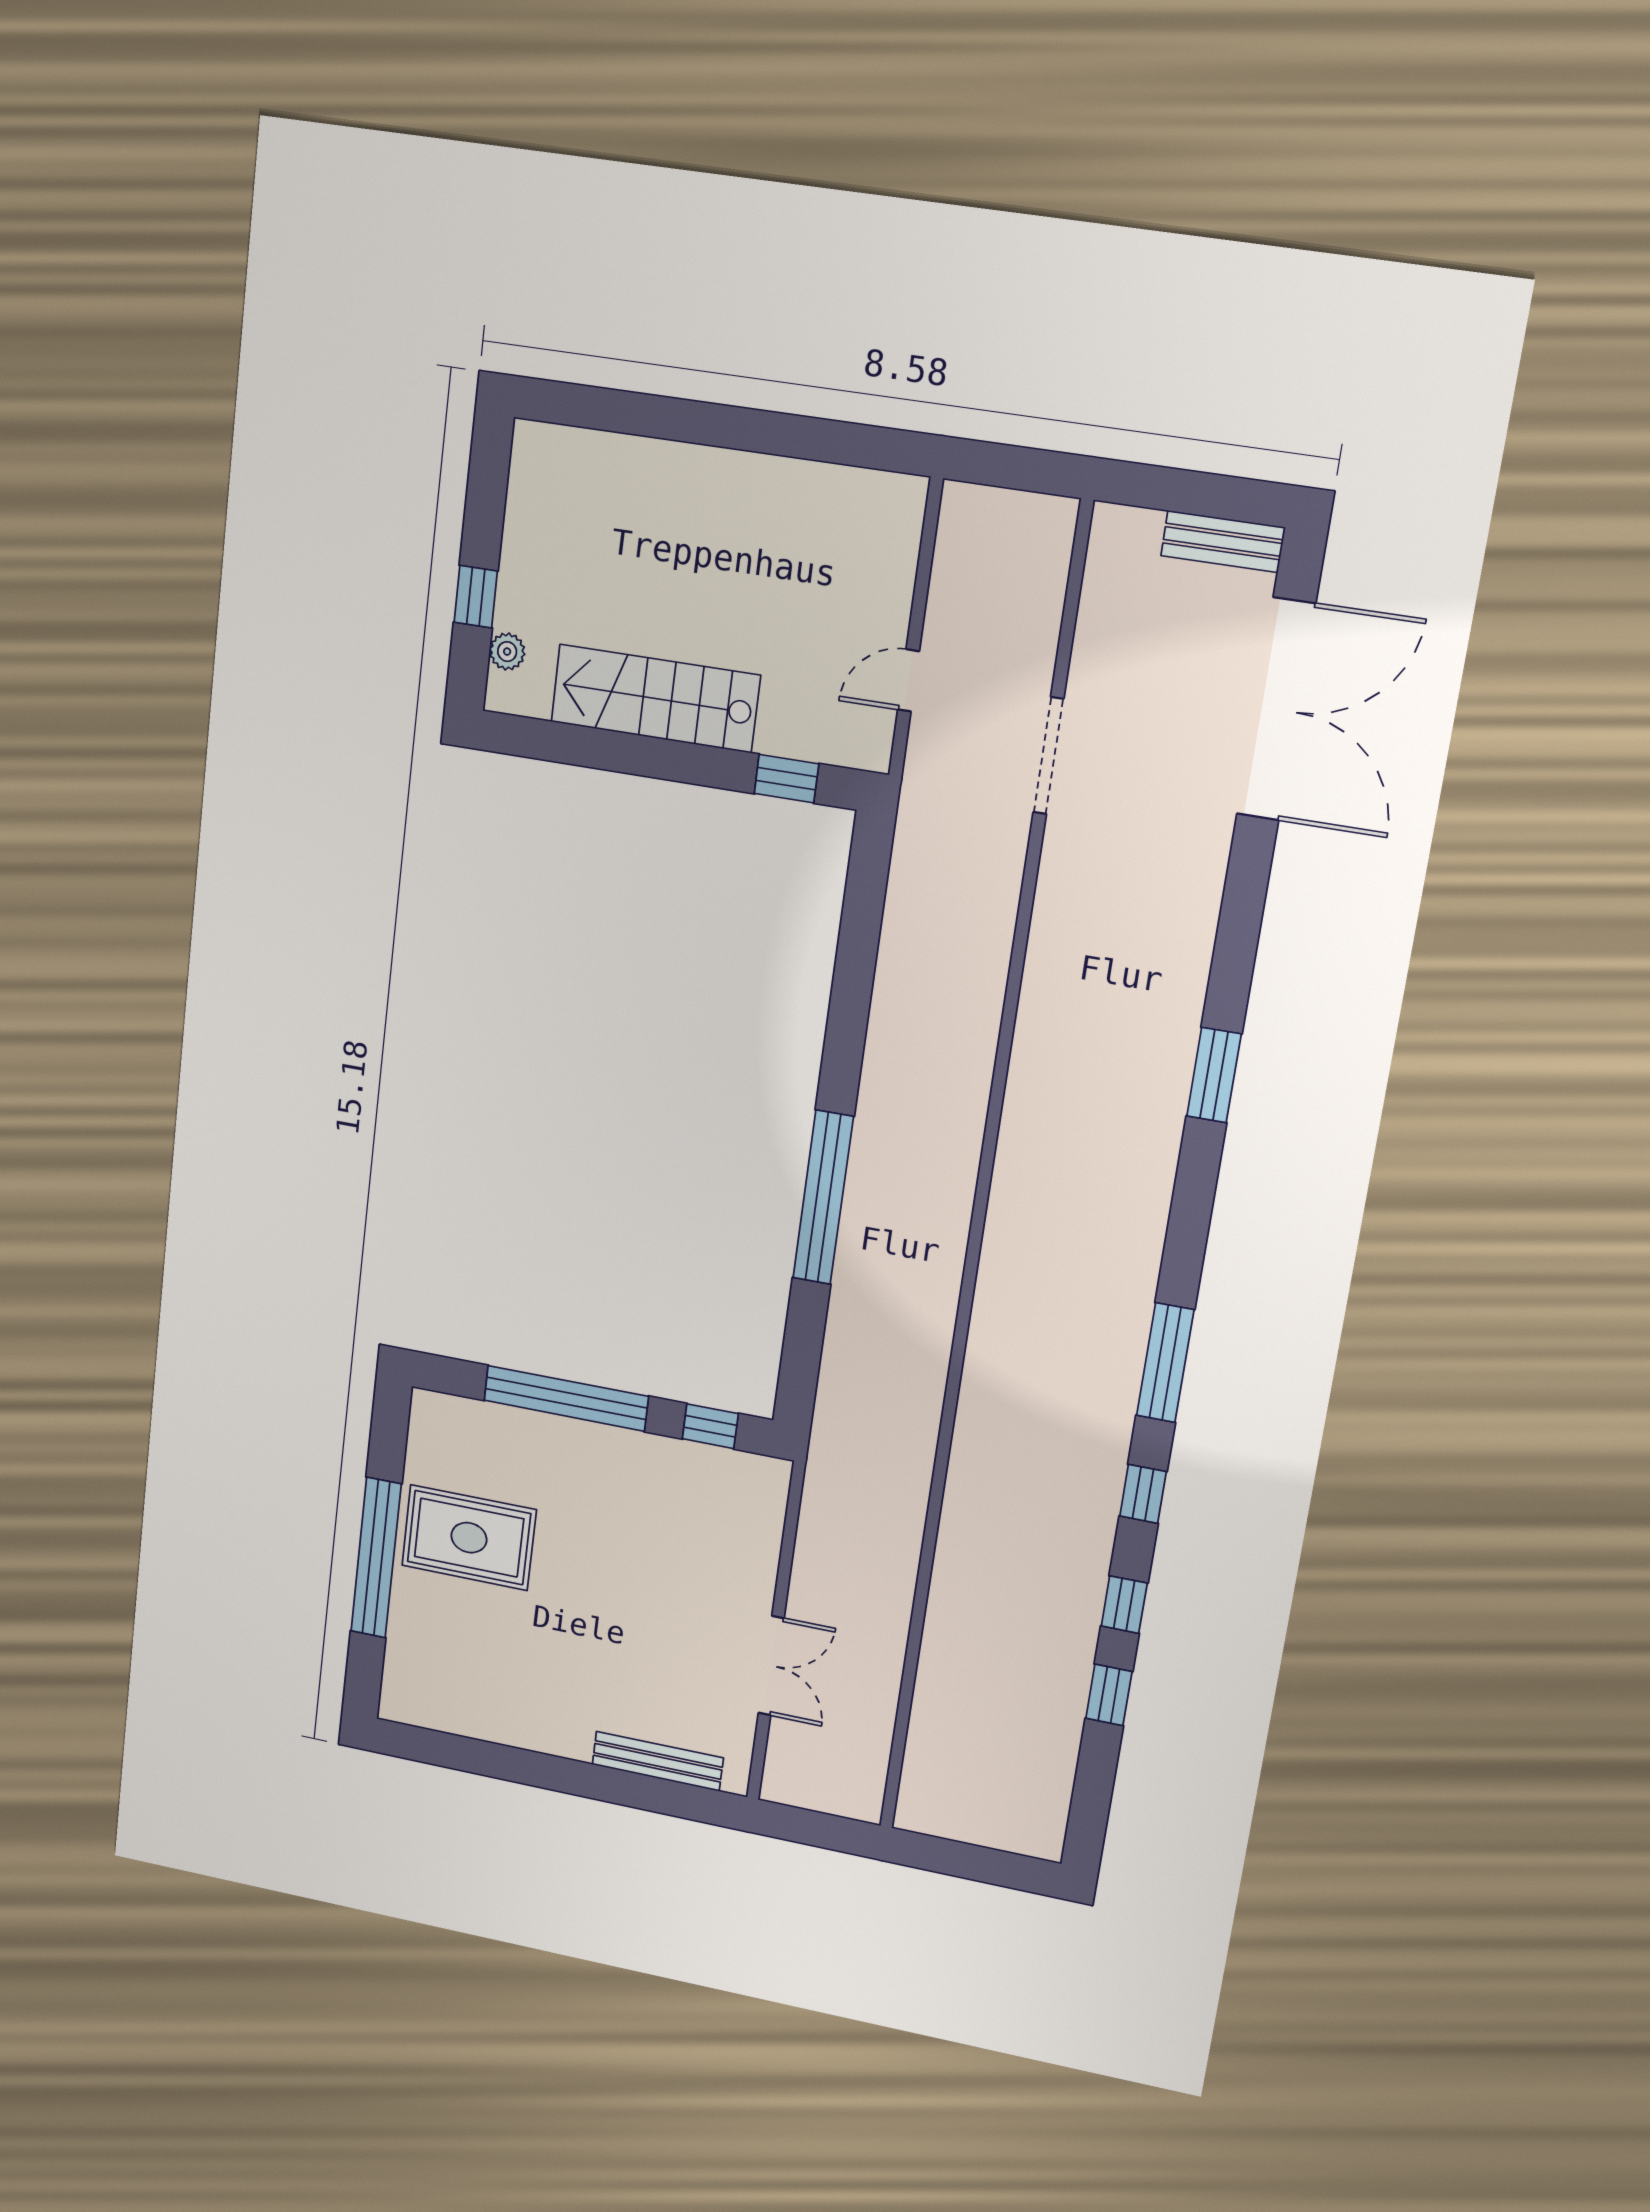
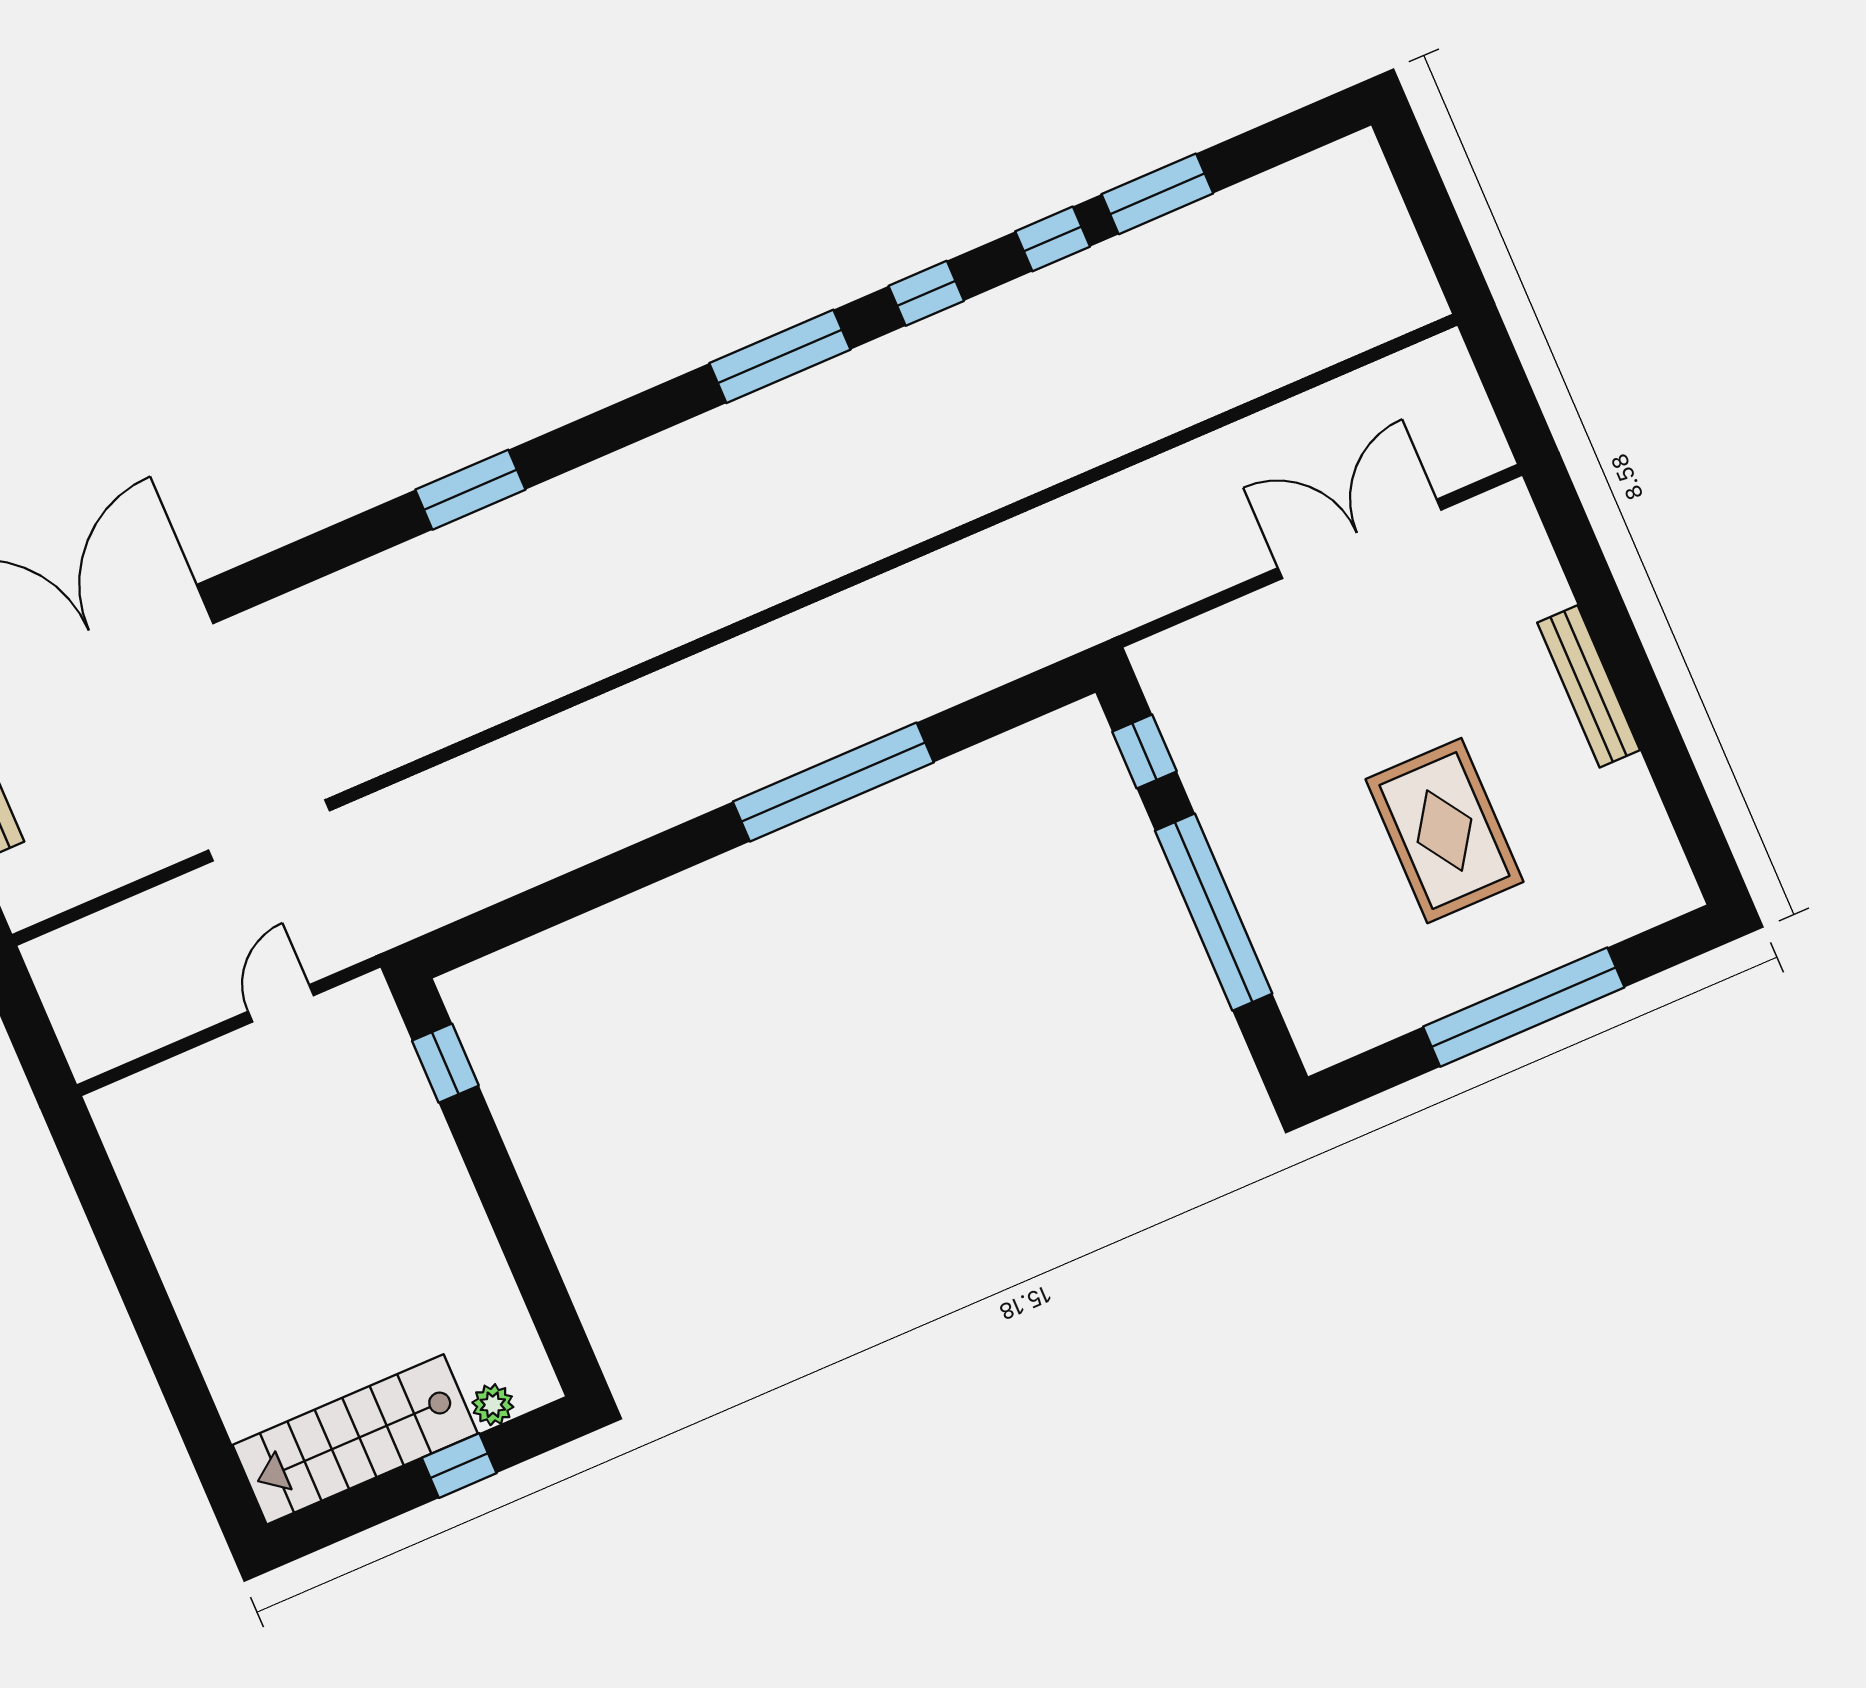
door: (908, 680) -> (281, 1003), swing flipped
stairs: (655, 699) -> (355, 1439), moved, turned 90
rug: (469, 1538) -> (1444, 831), moved
double door: (771, 1666) -> (1360, 539), width x1.37
window: (1109, 1695) -> (1157, 194), width x1.50
bench: (658, 1761) -> (1589, 686), moved

